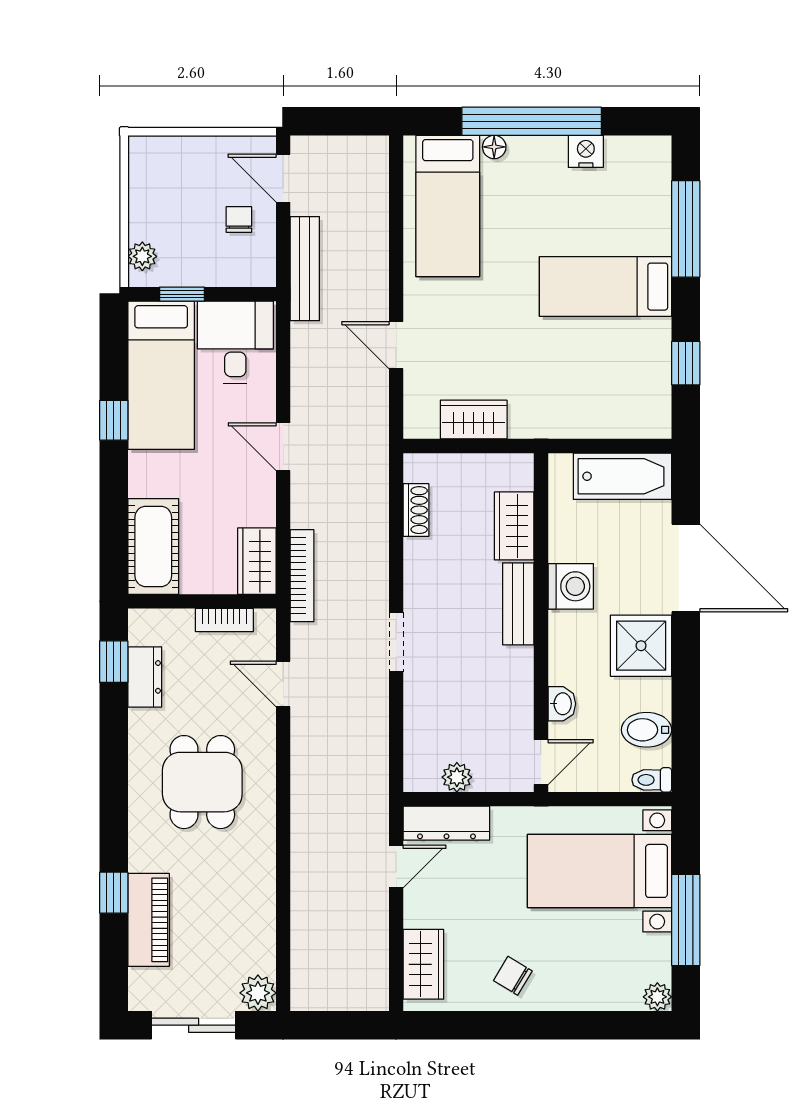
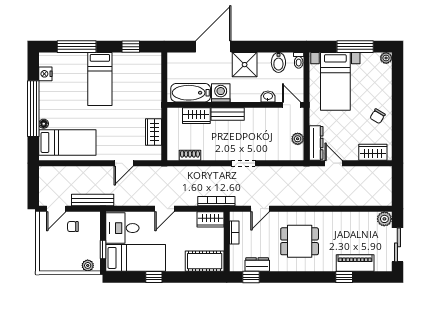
nightstand: (586, 151) -> (45, 74), moved
bathtub: (622, 476) -> (191, 93), moved, turned -90

